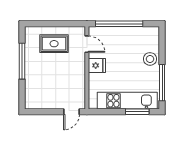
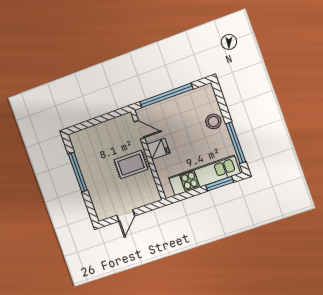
rug: (54, 44) -> (131, 165), moved
door: (72, 112) -> (126, 216), moved

